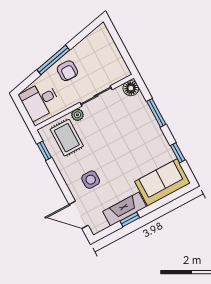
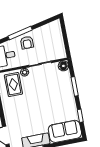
side table: (91, 180) -> (20, 116), removed

